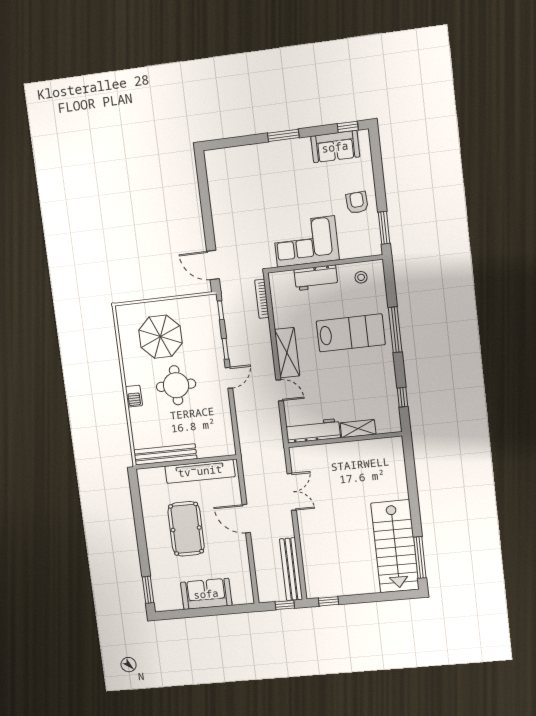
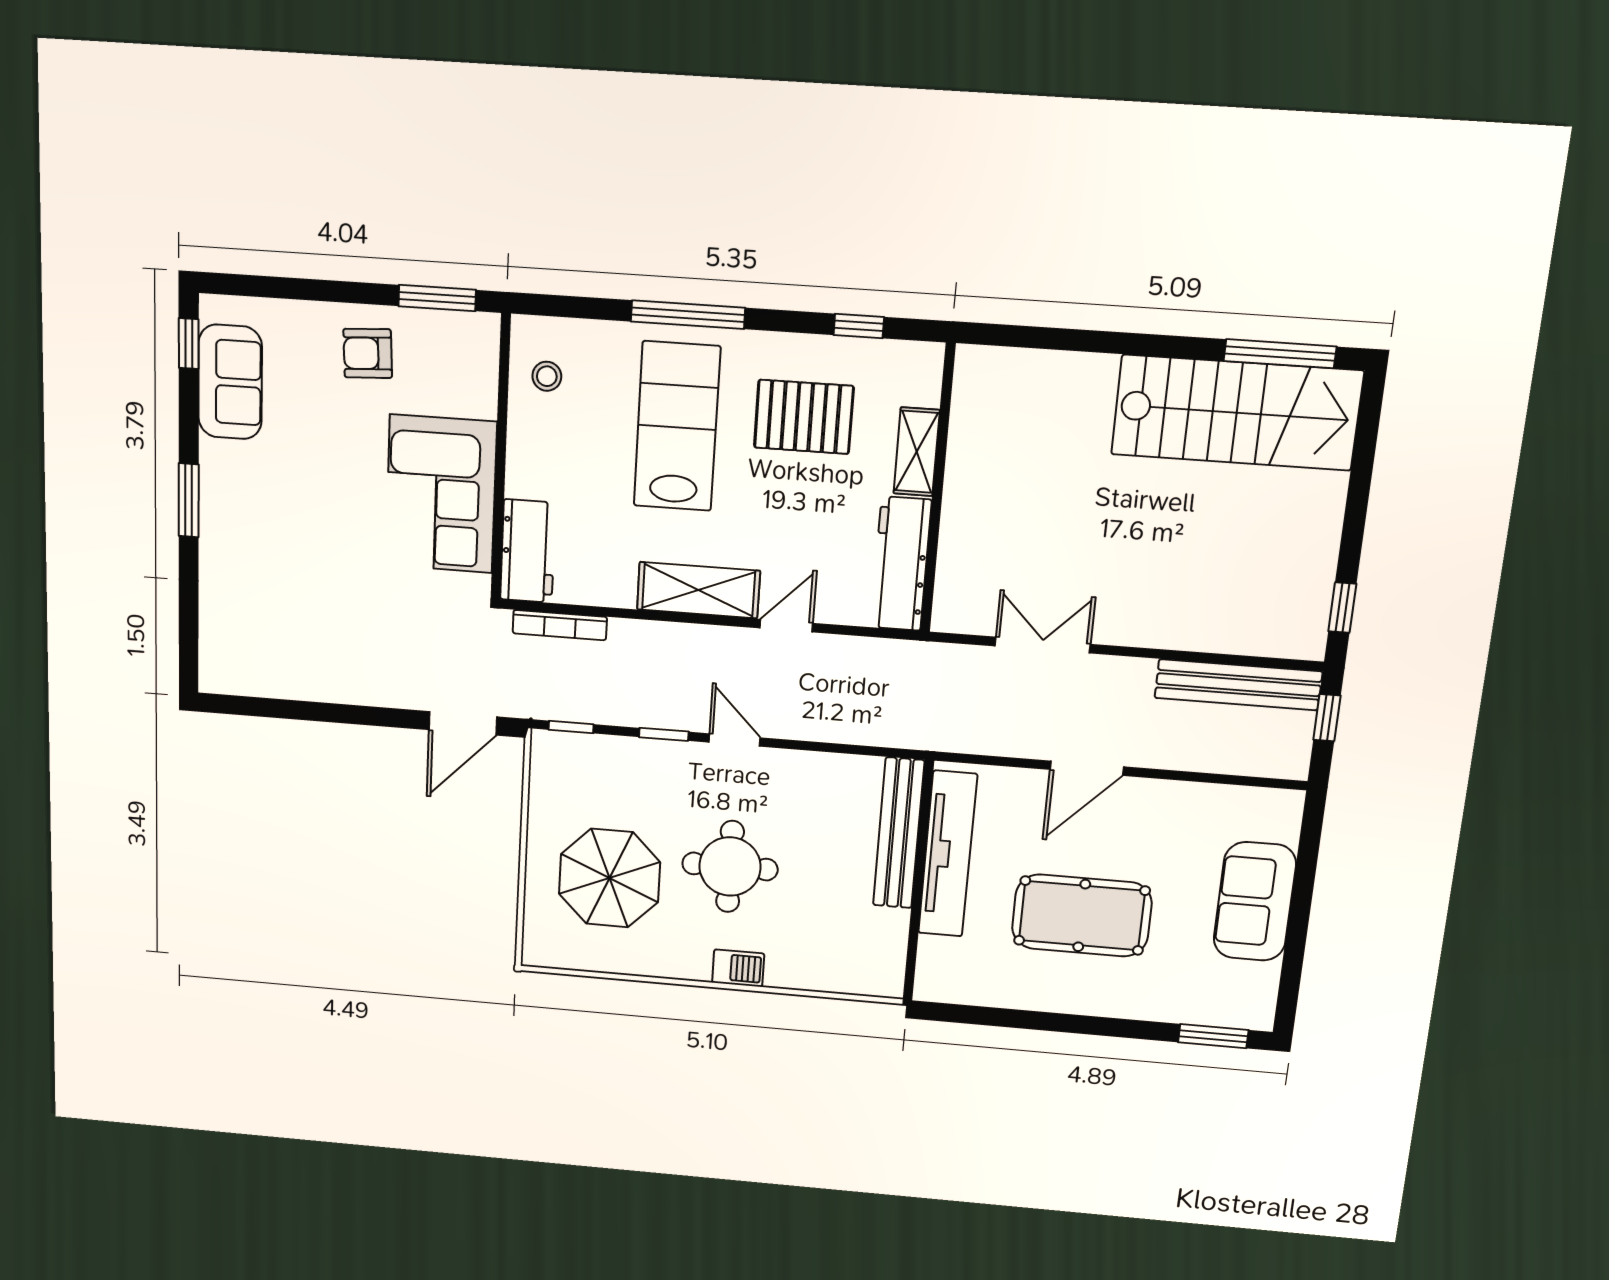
workbench: (316, 278) -> (528, 551), moved
pallet: (364, 382) -> (804, 417), added
bench: (165, 454) -> (899, 833), moved

